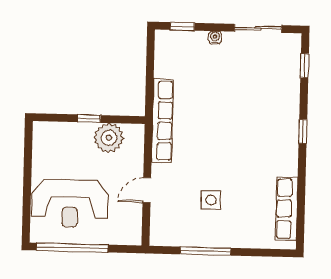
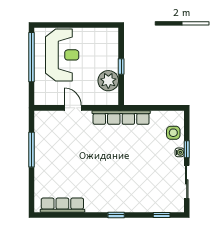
window: (182, 26) -> (187, 149), moved
side table: (211, 200) -> (173, 133), moved
reception desk: (70, 203) -> (62, 55), turned 180

